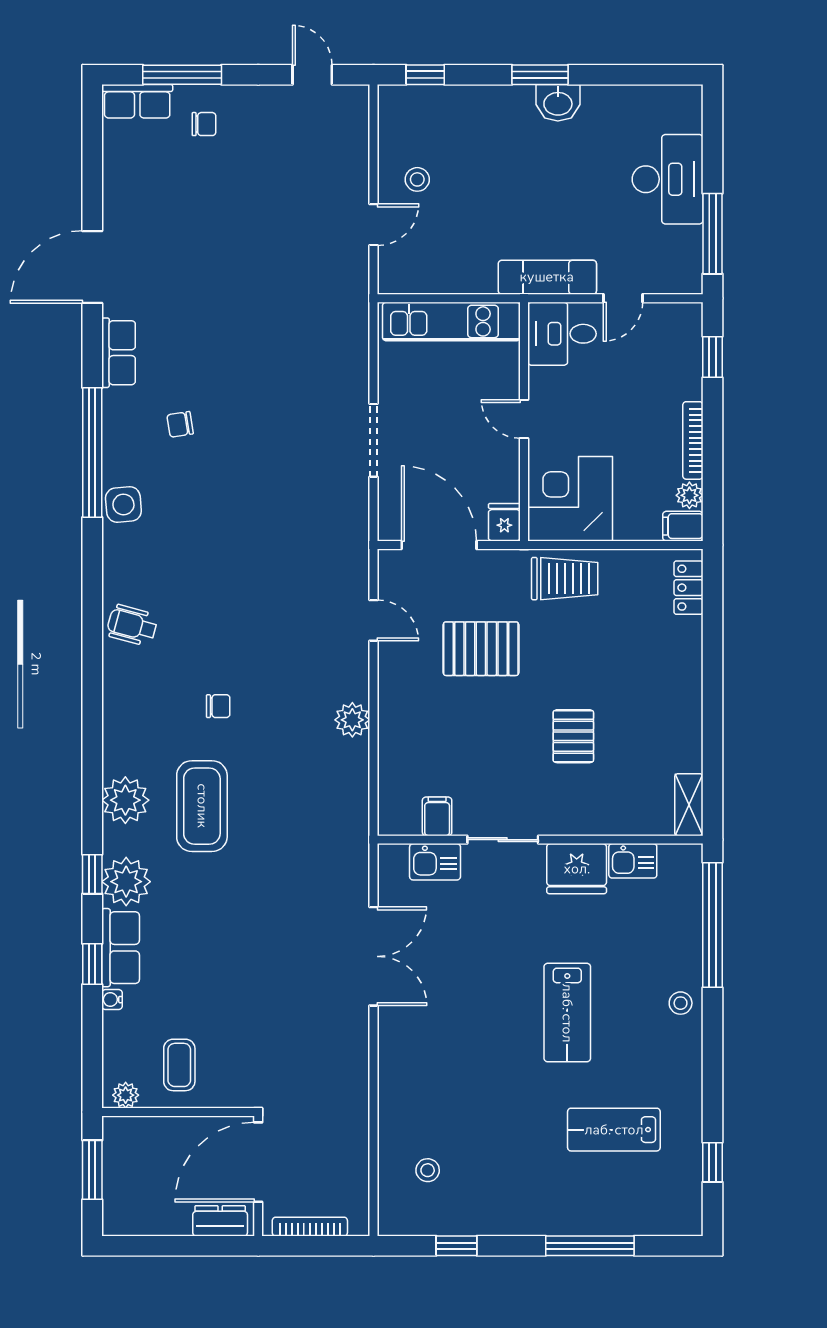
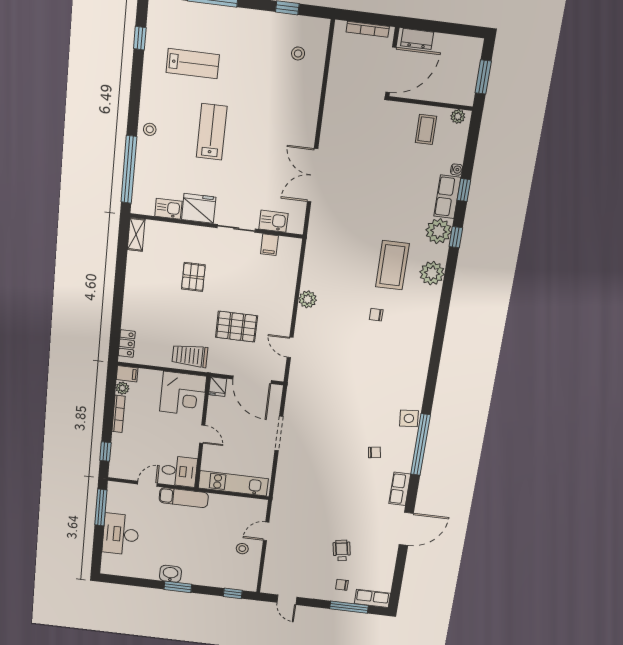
wheelchair: (132, 625) -> (342, 550), moved, turned -115

